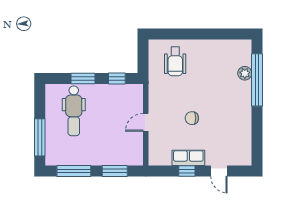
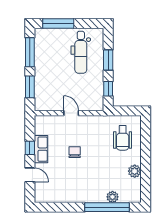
plant: (214, 47) -> (135, 171), added
wheelchair: (175, 61) -> (123, 138), turned -90
dental chair: (74, 111) -> (81, 52), turned -90
door: (219, 171) -> (30, 175), swing flipped

